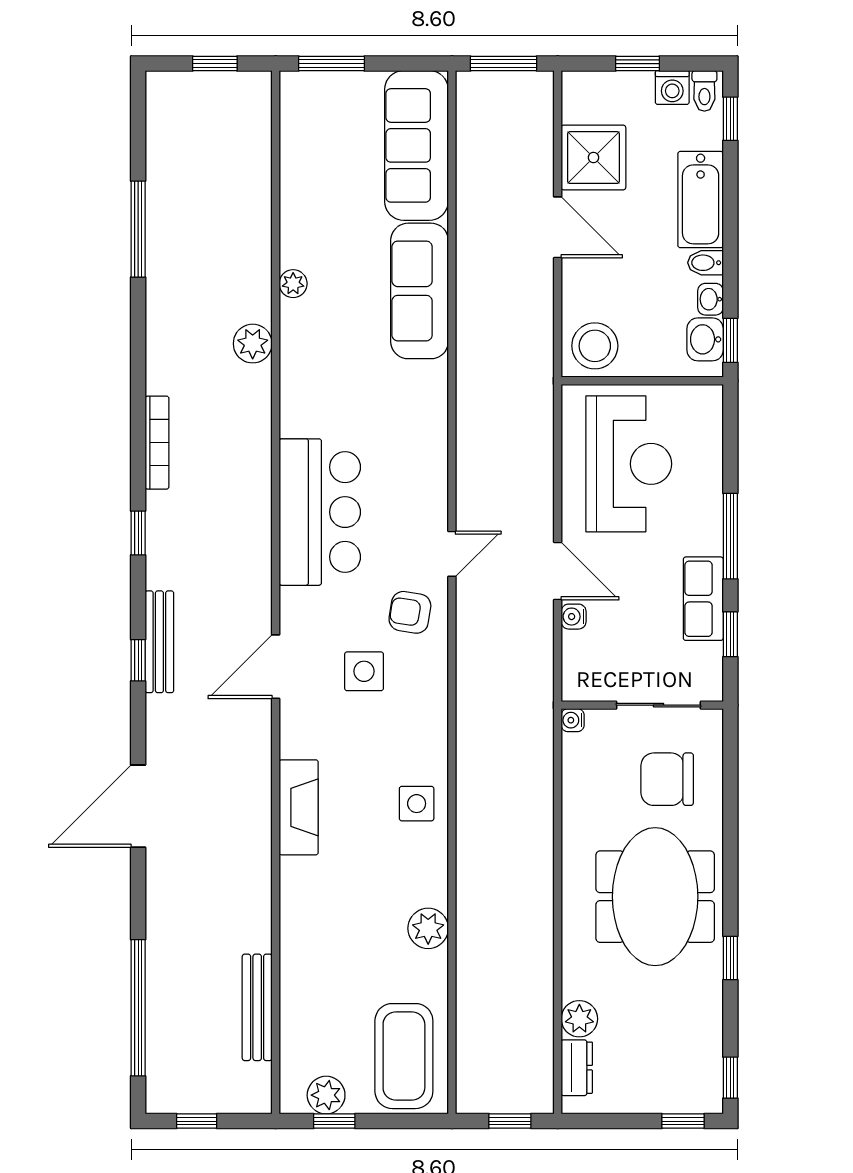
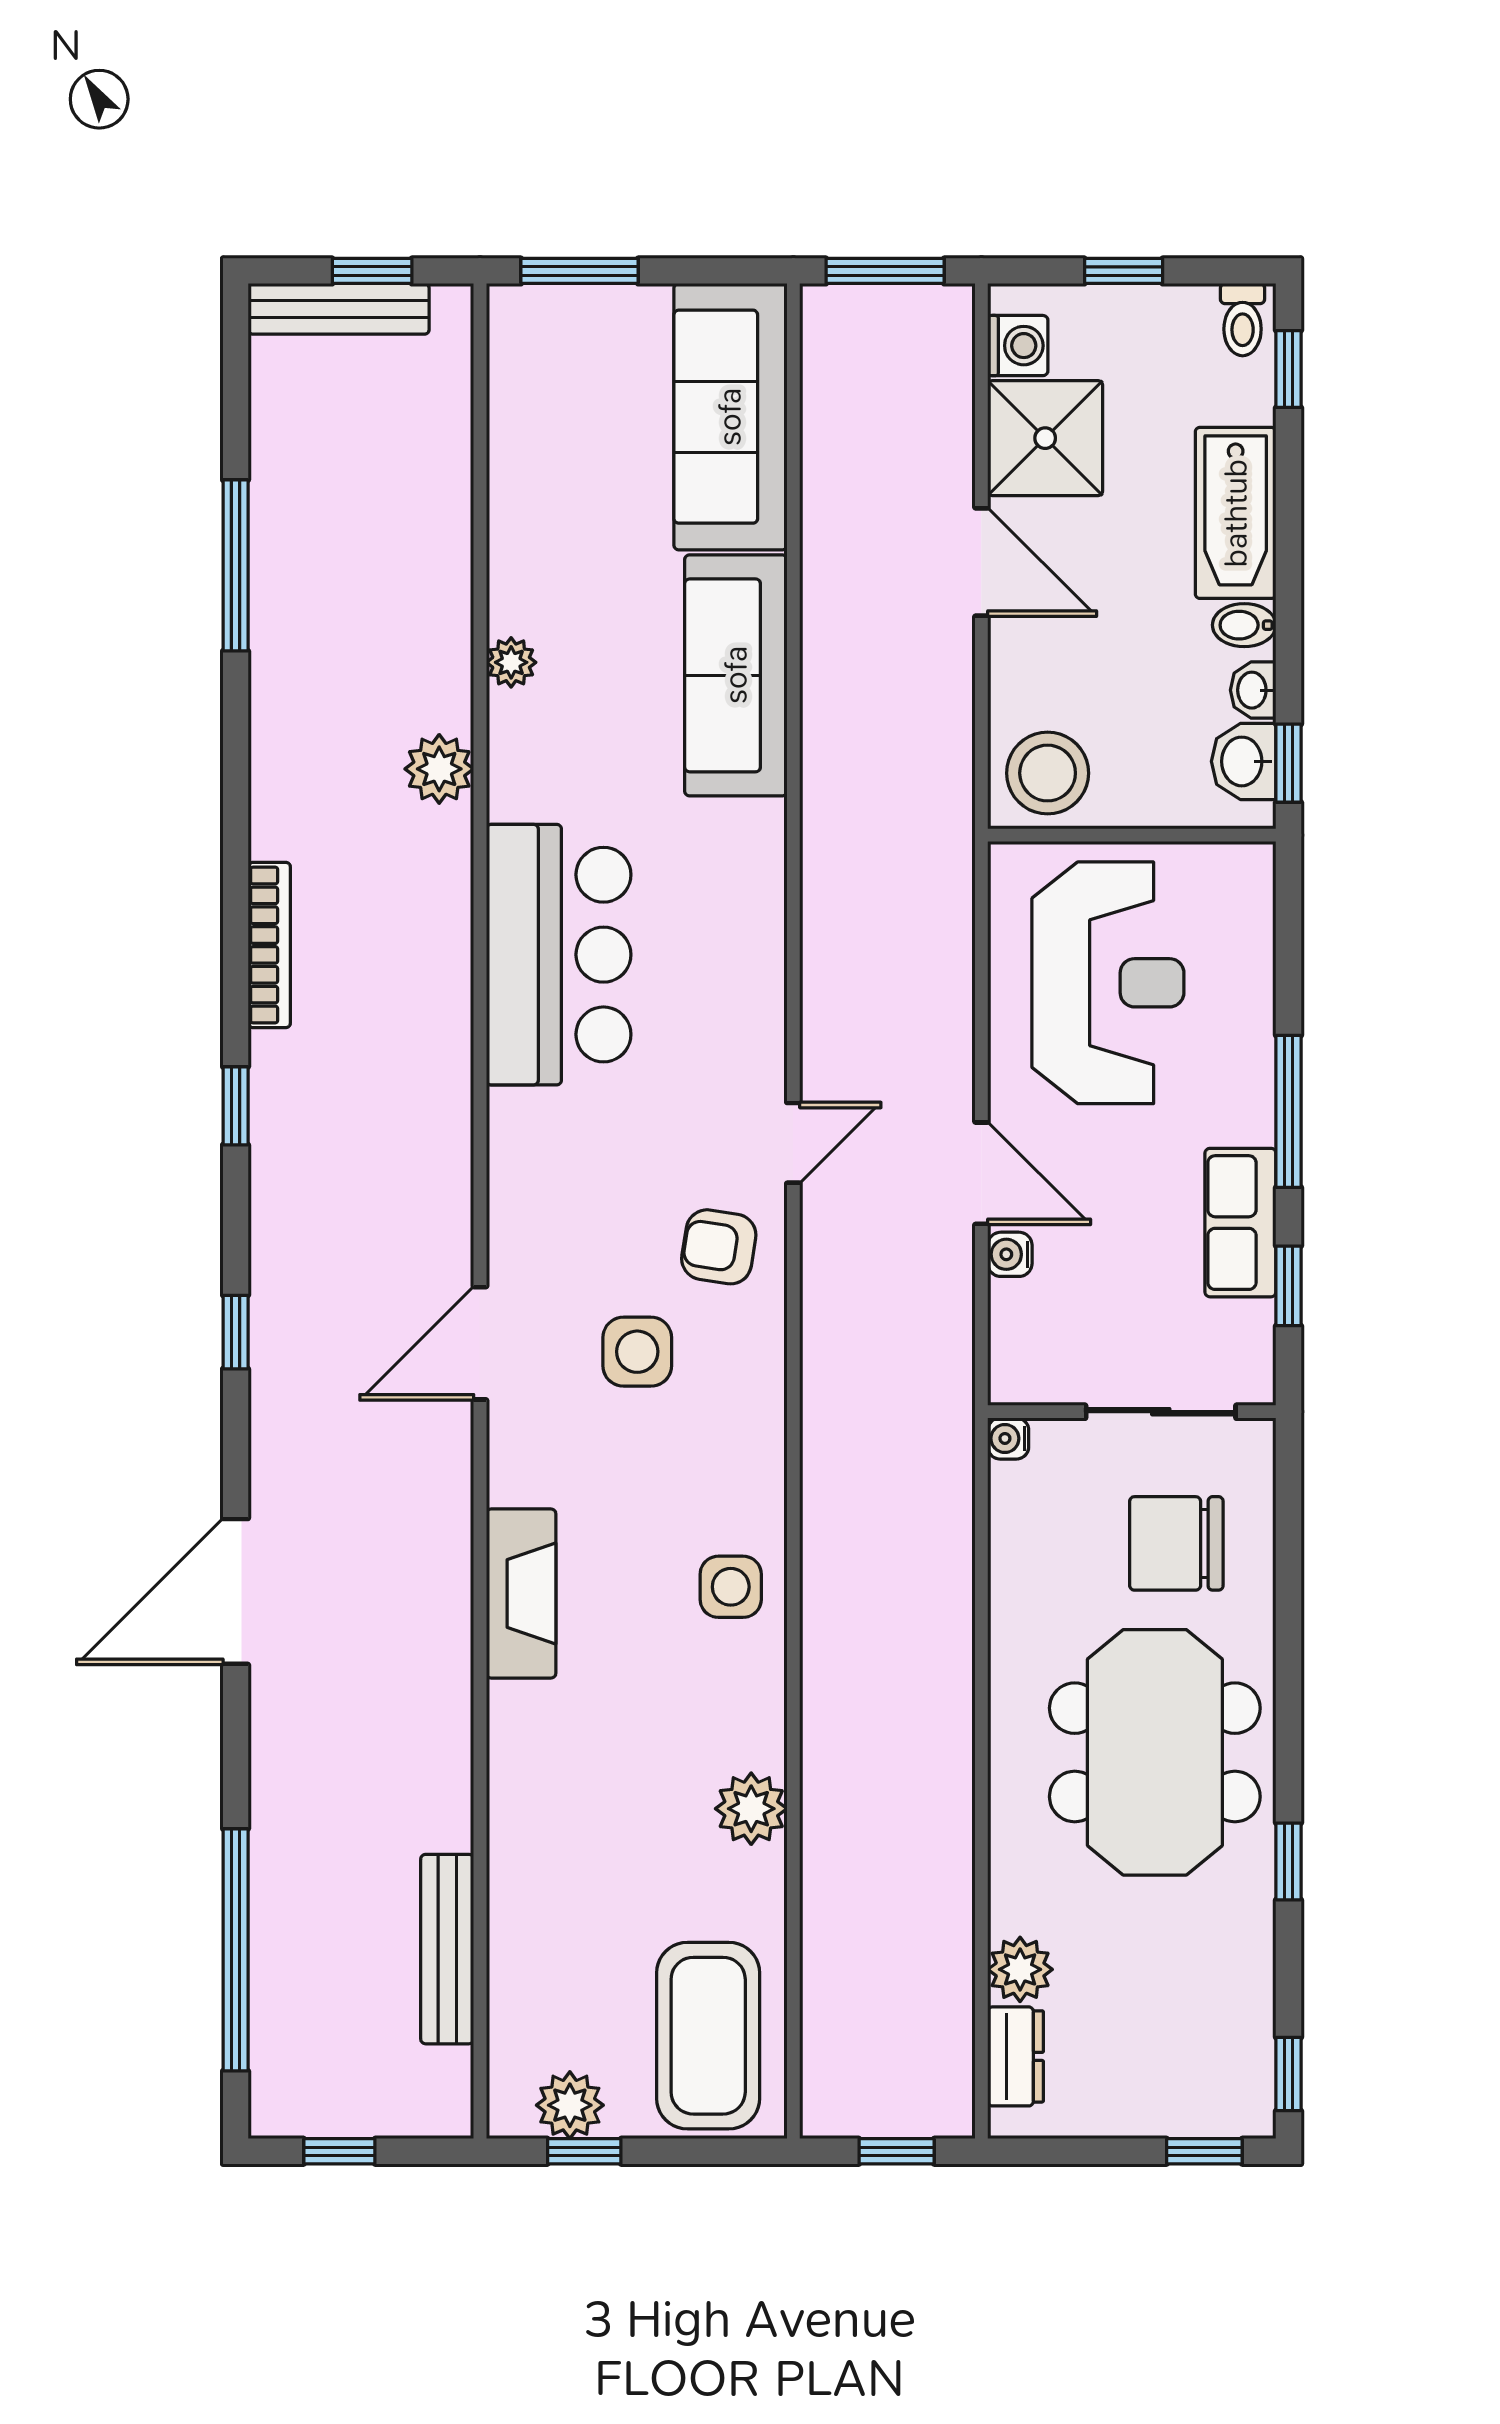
washing machine: (672, 87) -> (1018, 346), moved, turned -90
bar counter: (320, 512) -> (559, 955), moved
bench: (159, 642) -> (339, 309), moved, turned 90

